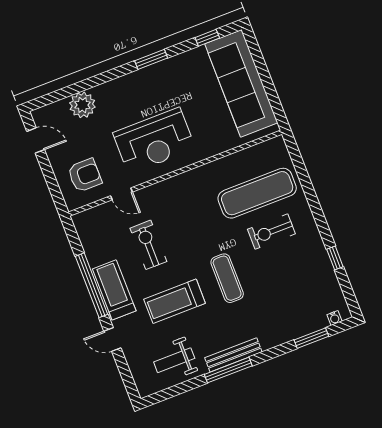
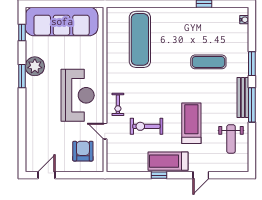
plant: (82, 105) -> (35, 66), moved
door: (121, 194) -> (105, 131), swing flipped
exercise bike: (271, 232) -> (118, 104), moved, width x0.73, depth x0.72
exercise mat: (227, 278) -> (208, 62), moved
window: (92, 285) -> (159, 175), width x0.32
treadmill: (175, 301) -> (191, 123), turned 180
window: (311, 338) -> (252, 64), moved

